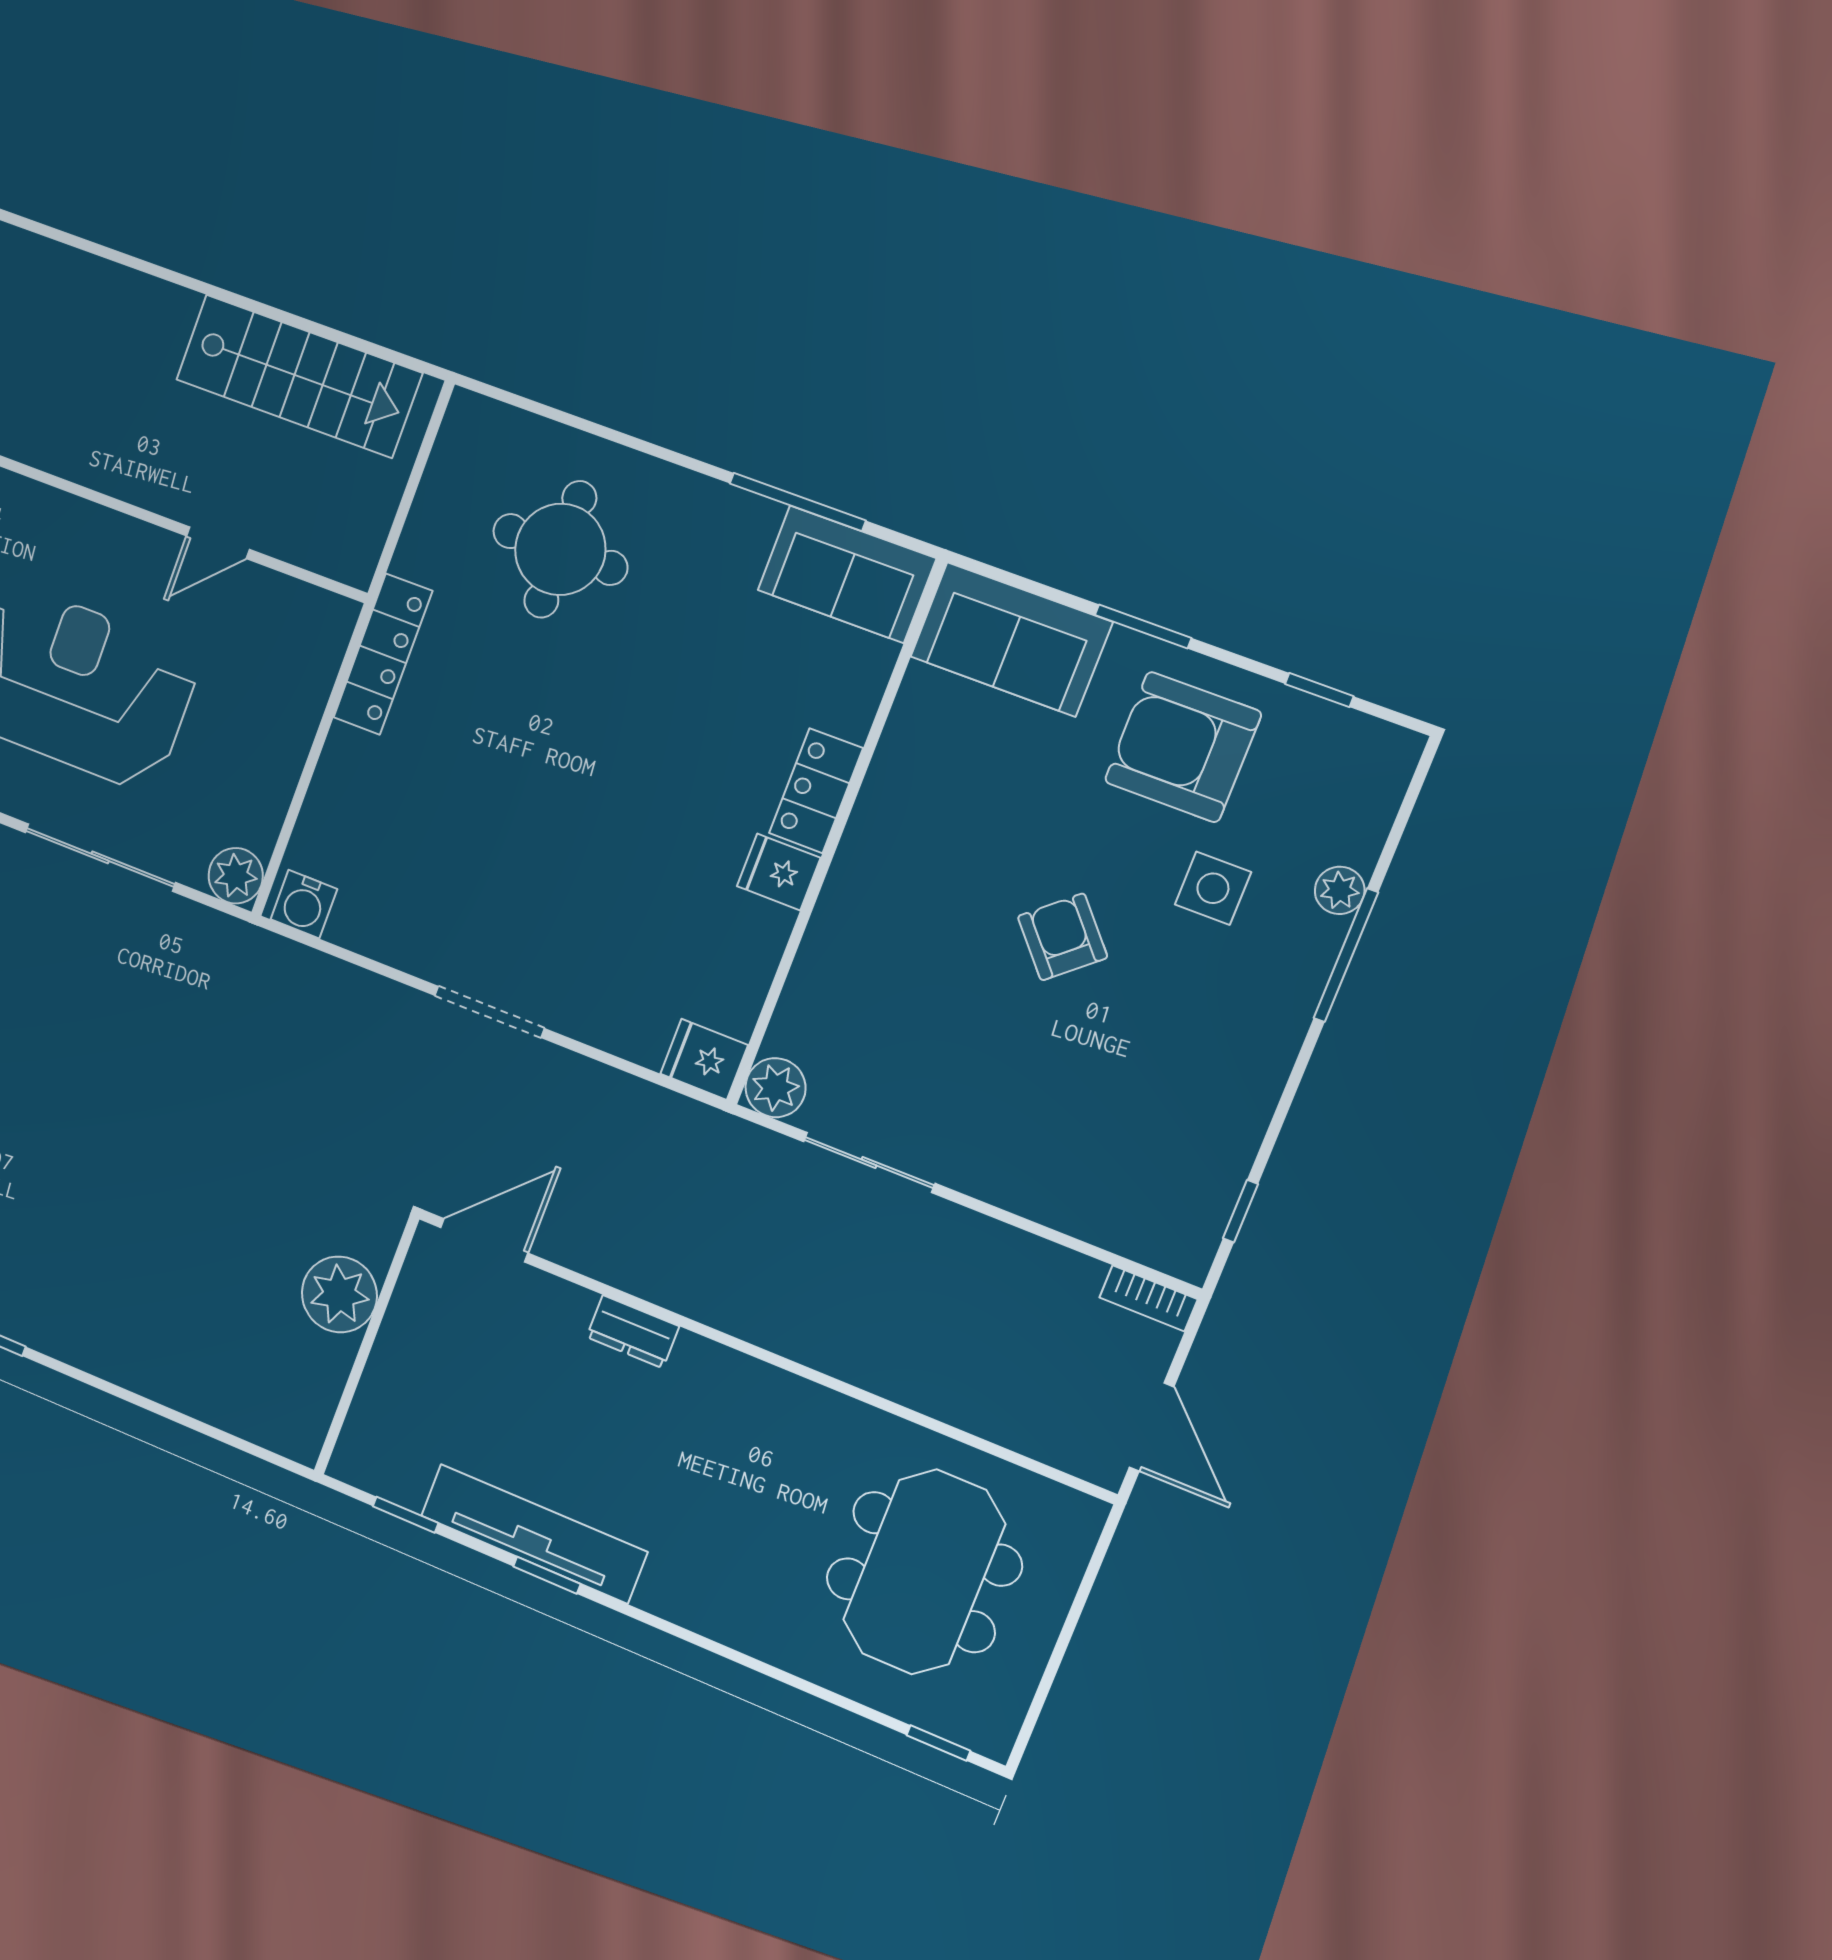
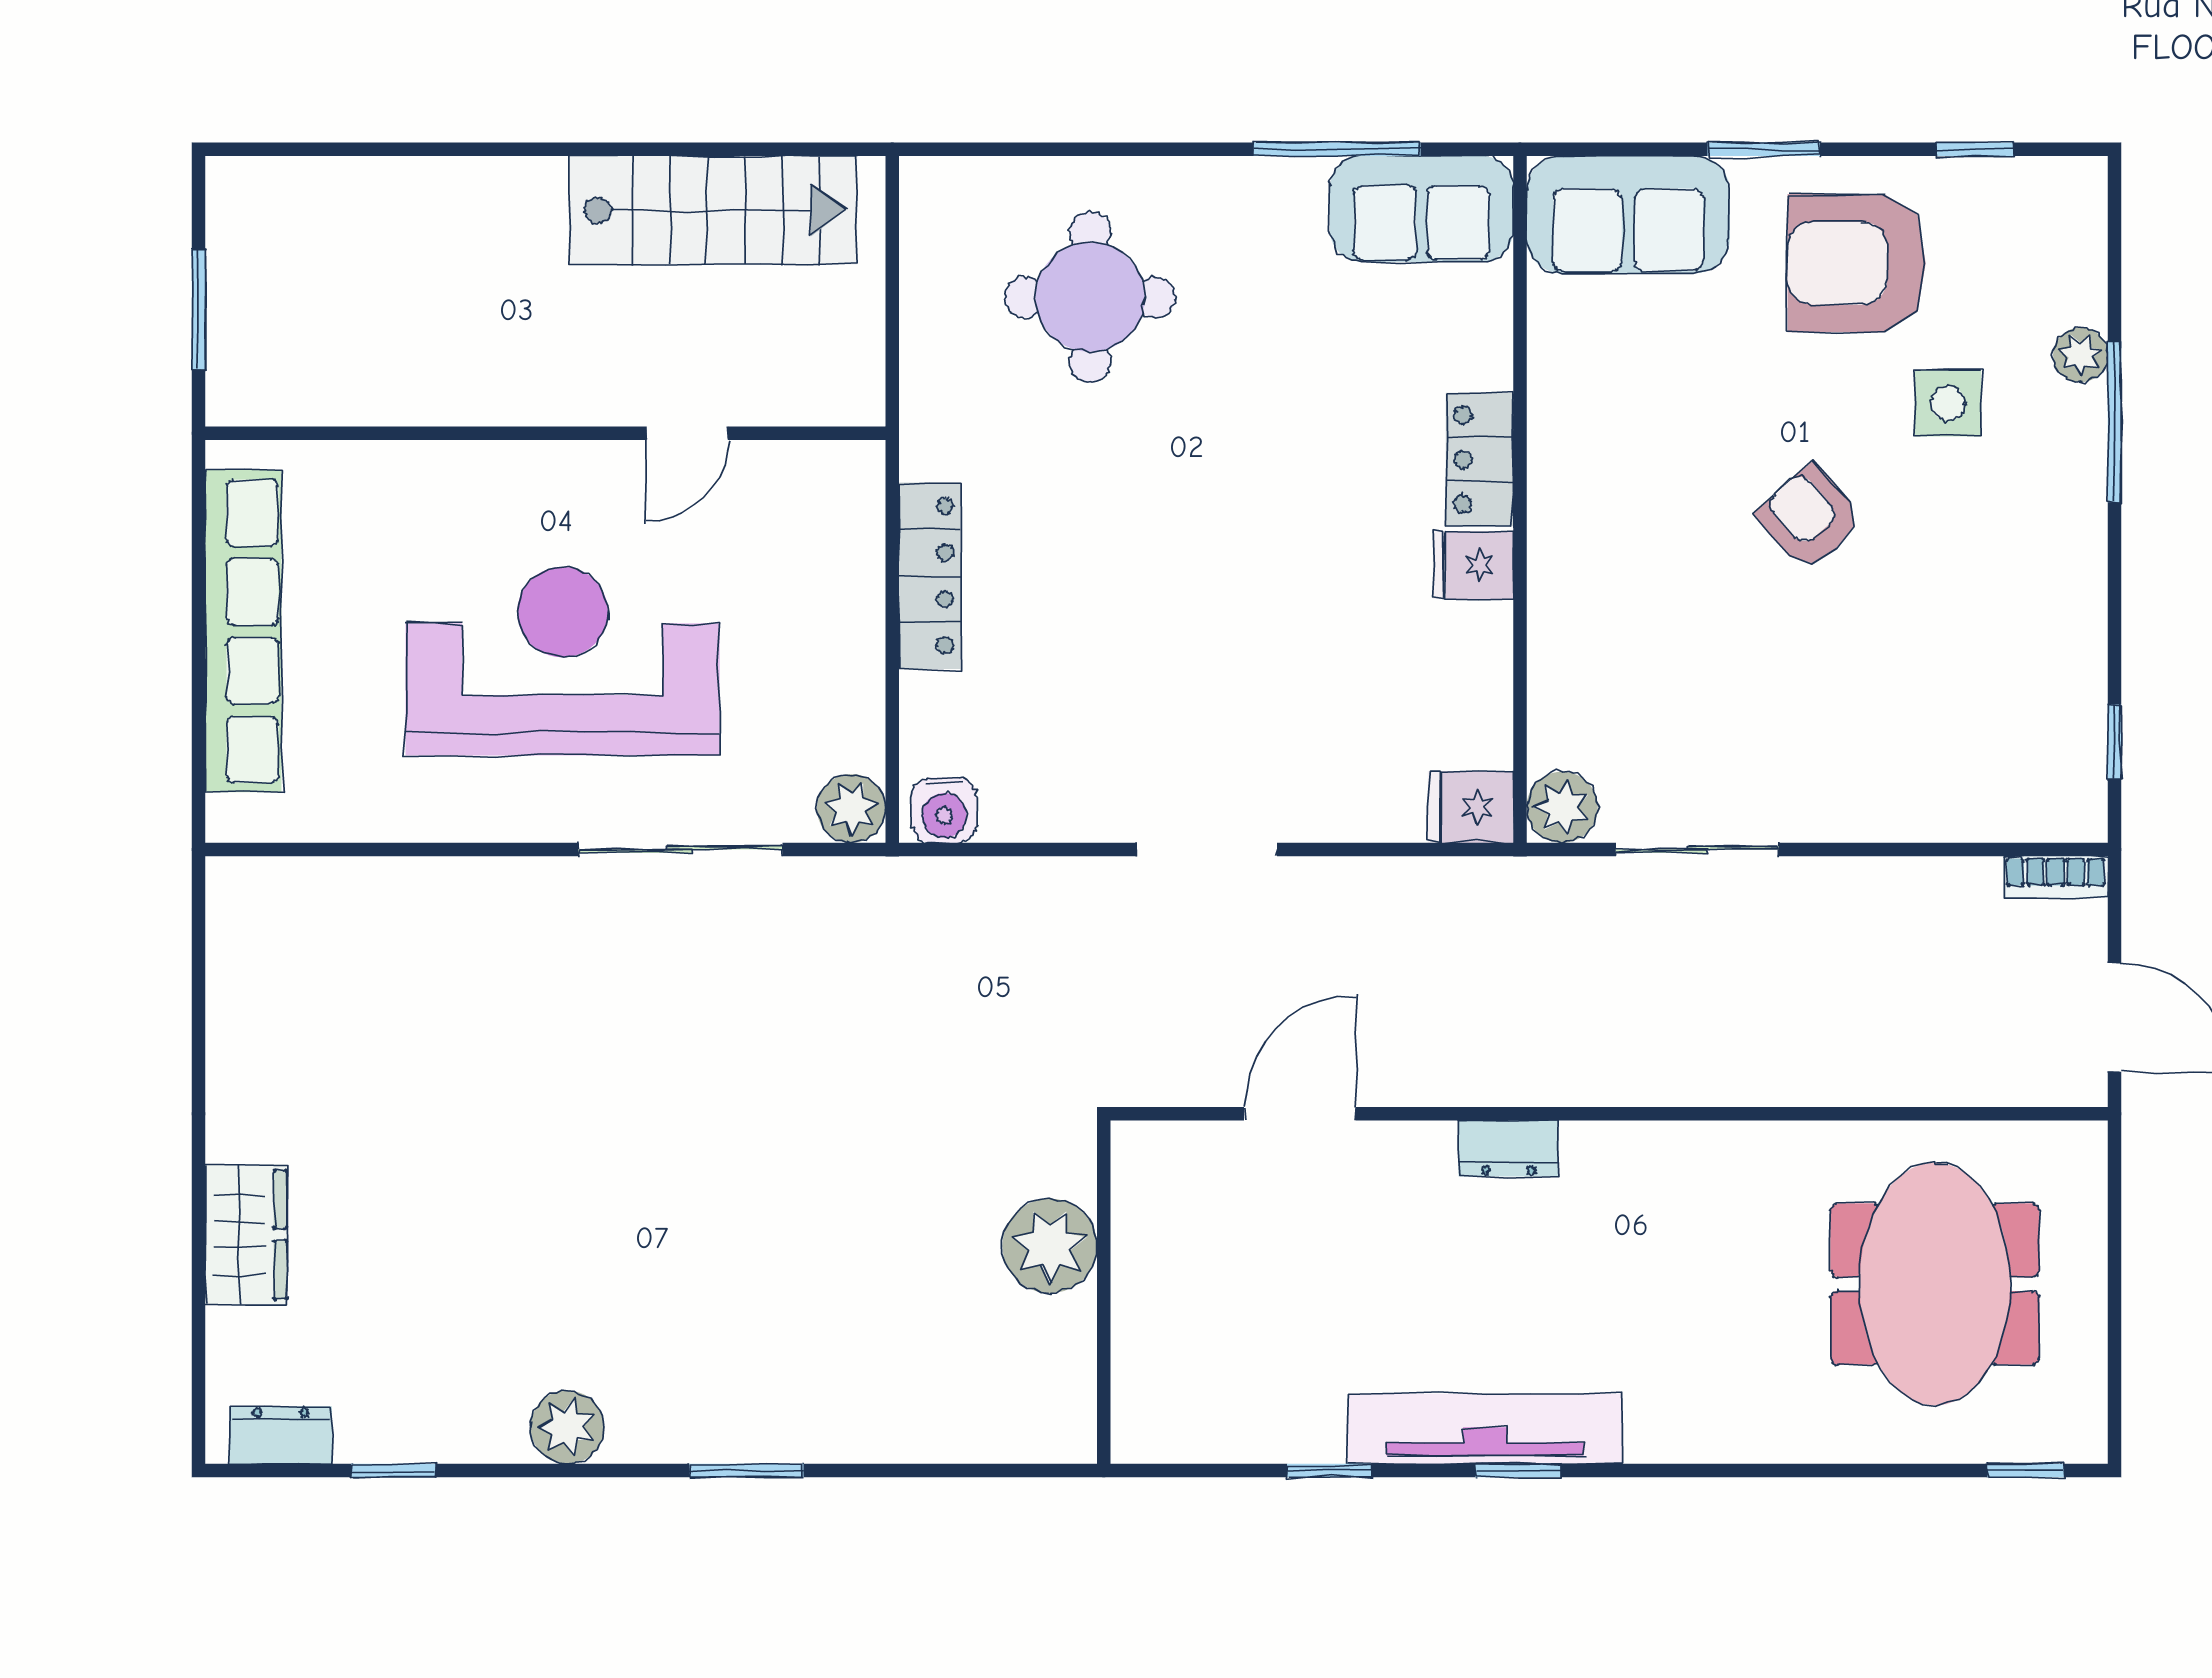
locker: (383, 654) -> (930, 576), moved
plant: (339, 1294) -> (1050, 1246), moved
wall: (366, 1345) -> (1104, 1292), moved

